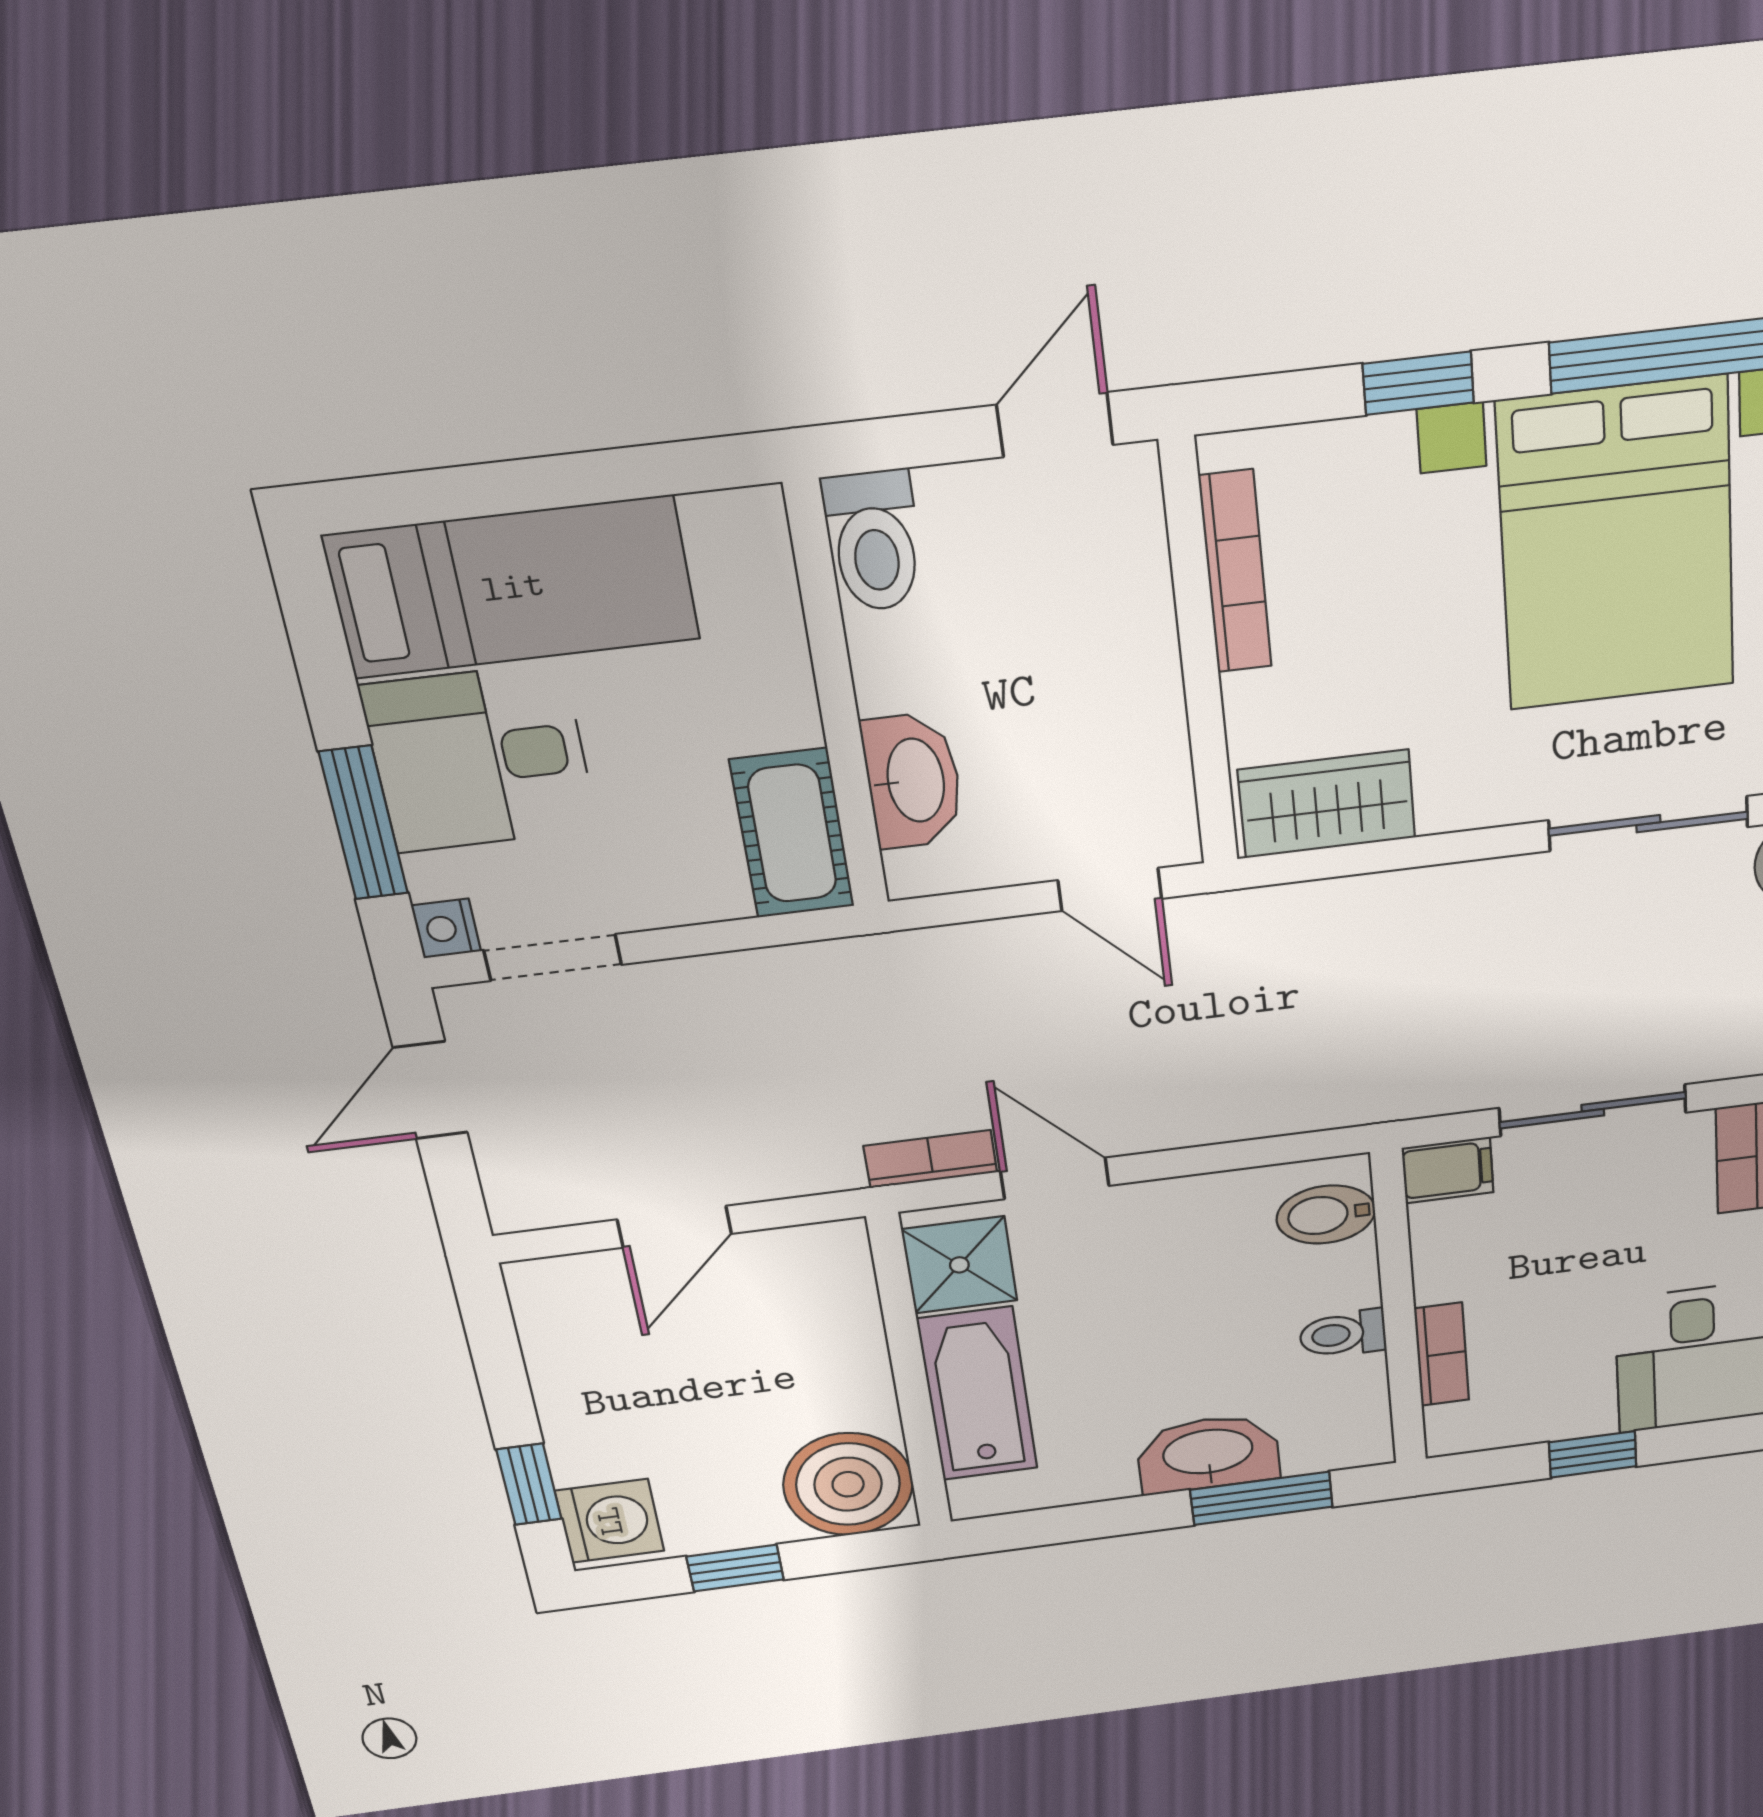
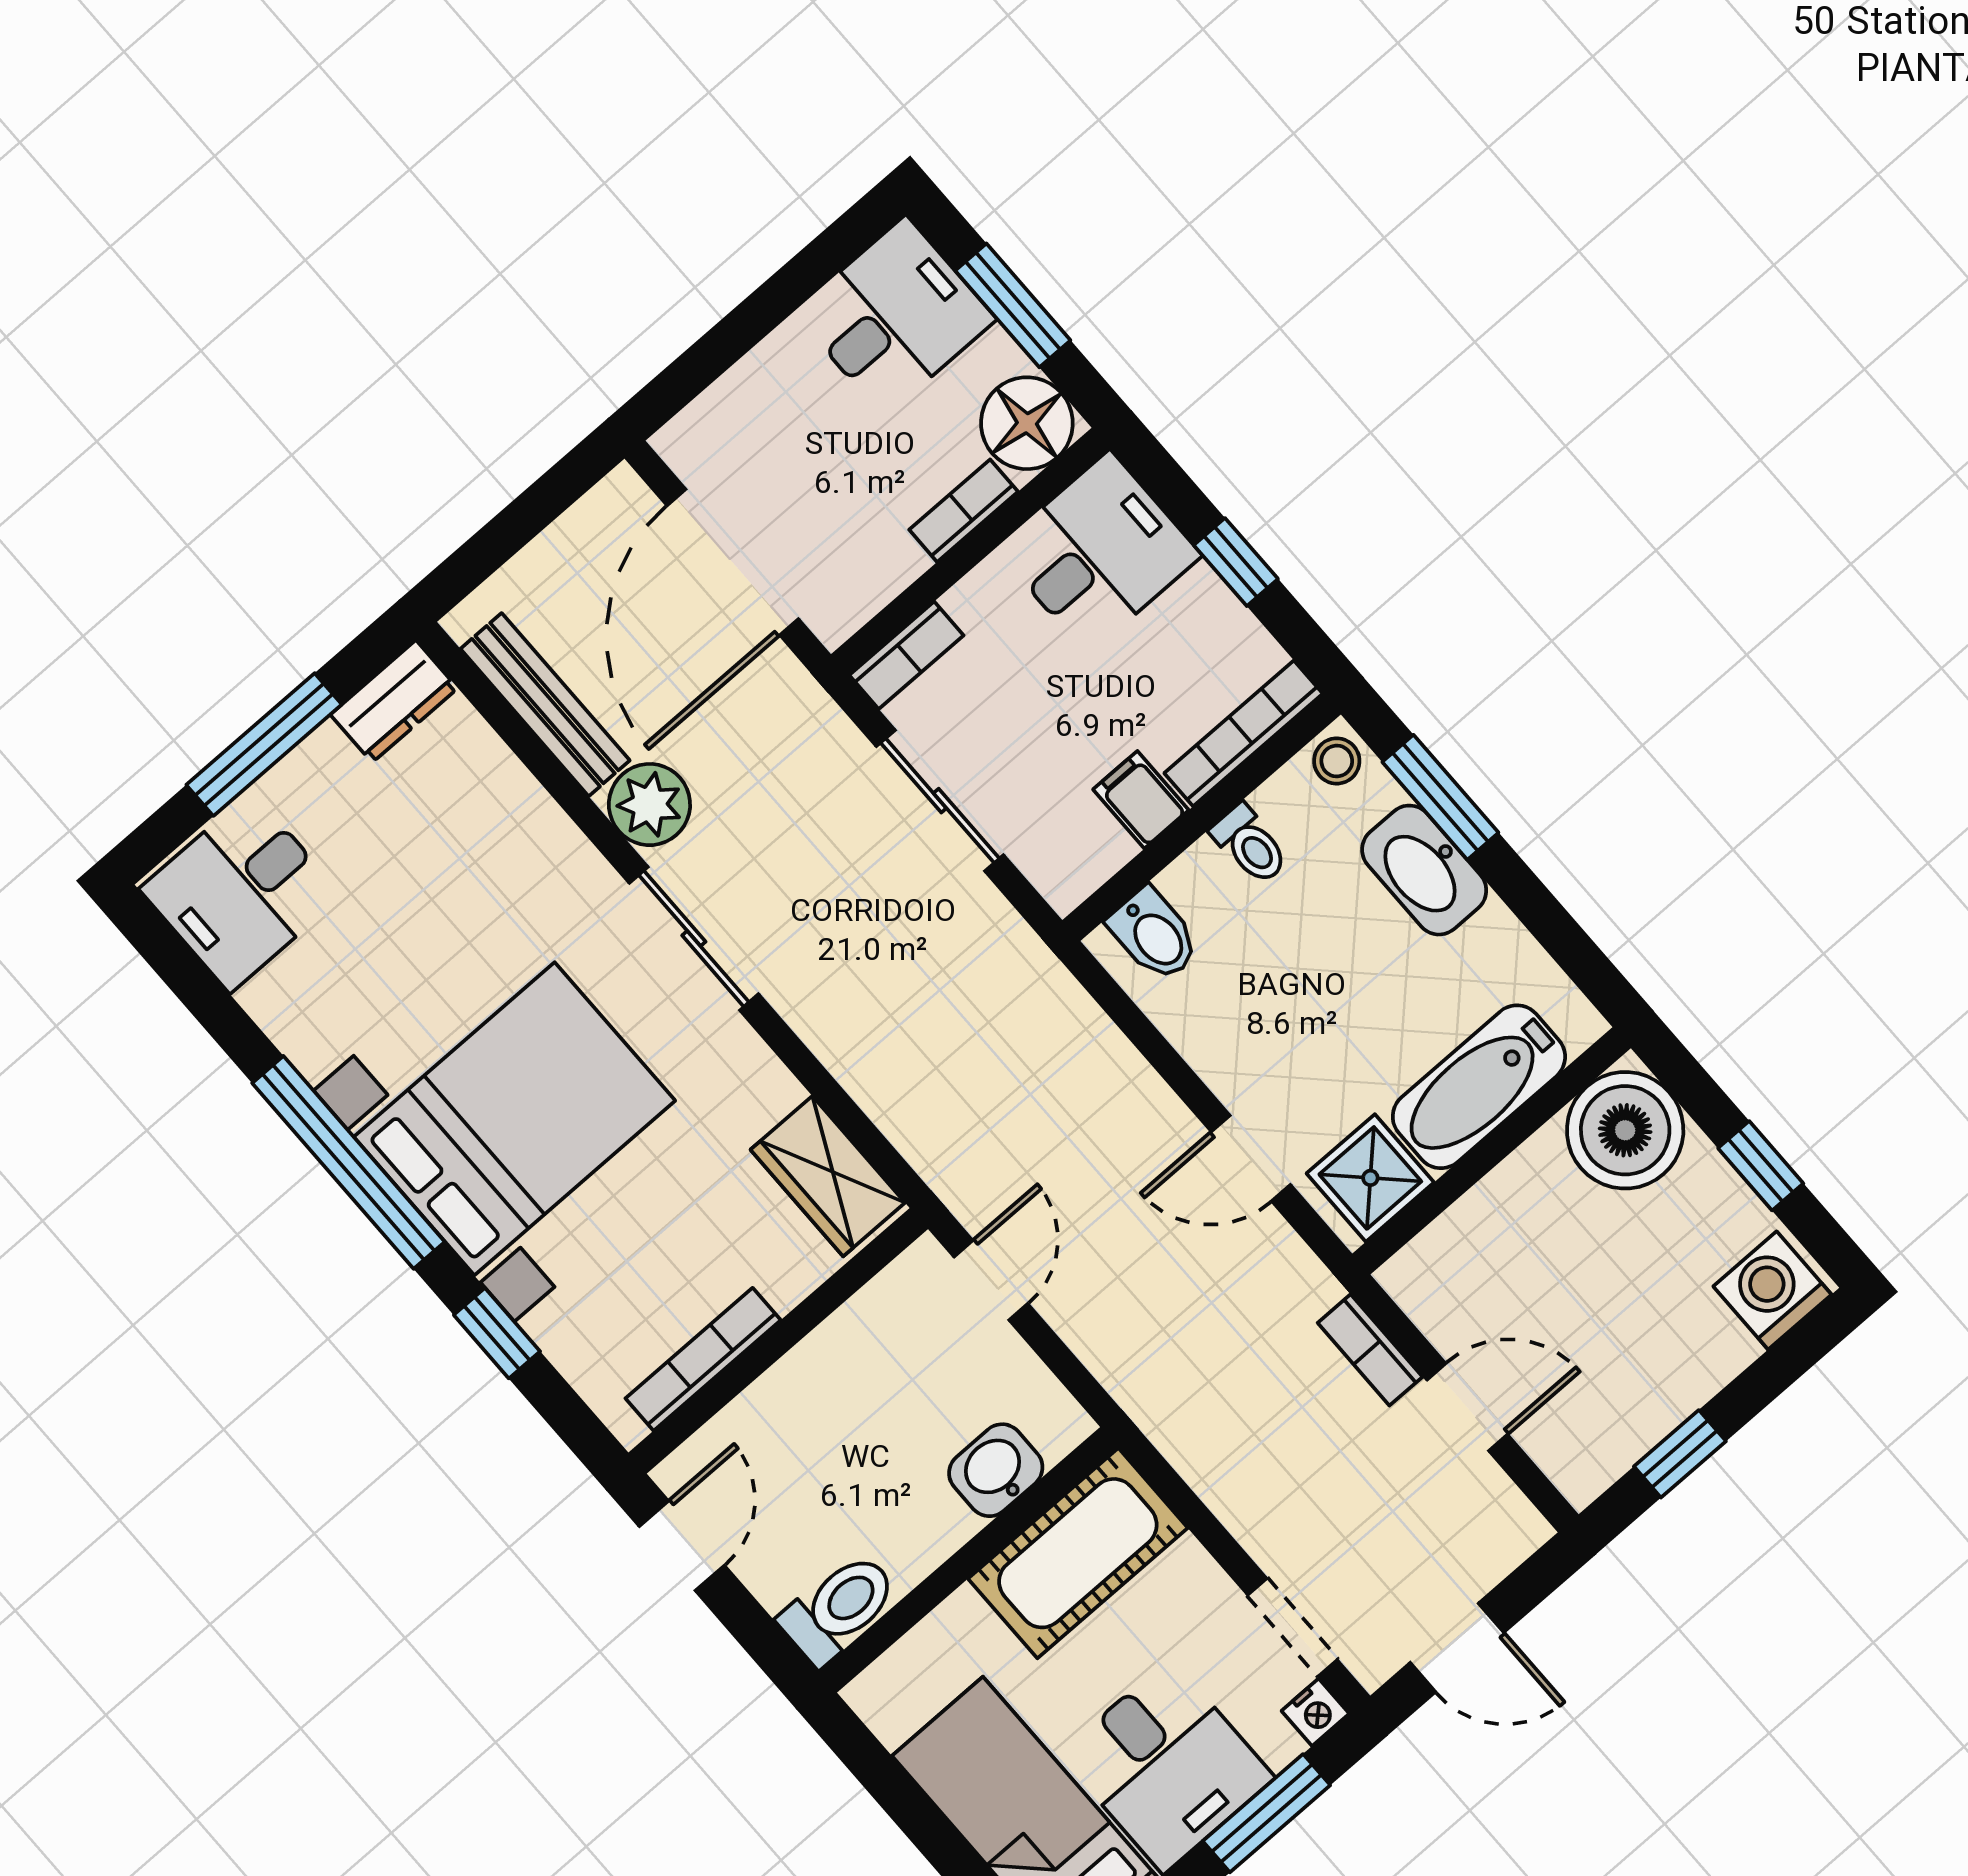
door: (1055, 425) -> (682, 1546), swing flipped
washbasin: (913, 781) -> (996, 1470), width x0.72
cot: (792, 834) -> (1078, 1553), width x1.37, depth x1.34
bookcase: (930, 1159) -> (1370, 1350), moved
filing cabinet: (1448, 1170) -> (1141, 800), moved
door: (1055, 1178) -> (1251, 1158), hinge flipped
bookcase: (1442, 1354) -> (1243, 733), width x1.56
stool: (1359, 1438) -> (1337, 761), added
window: (529, 1484) -> (1680, 1454), moved

